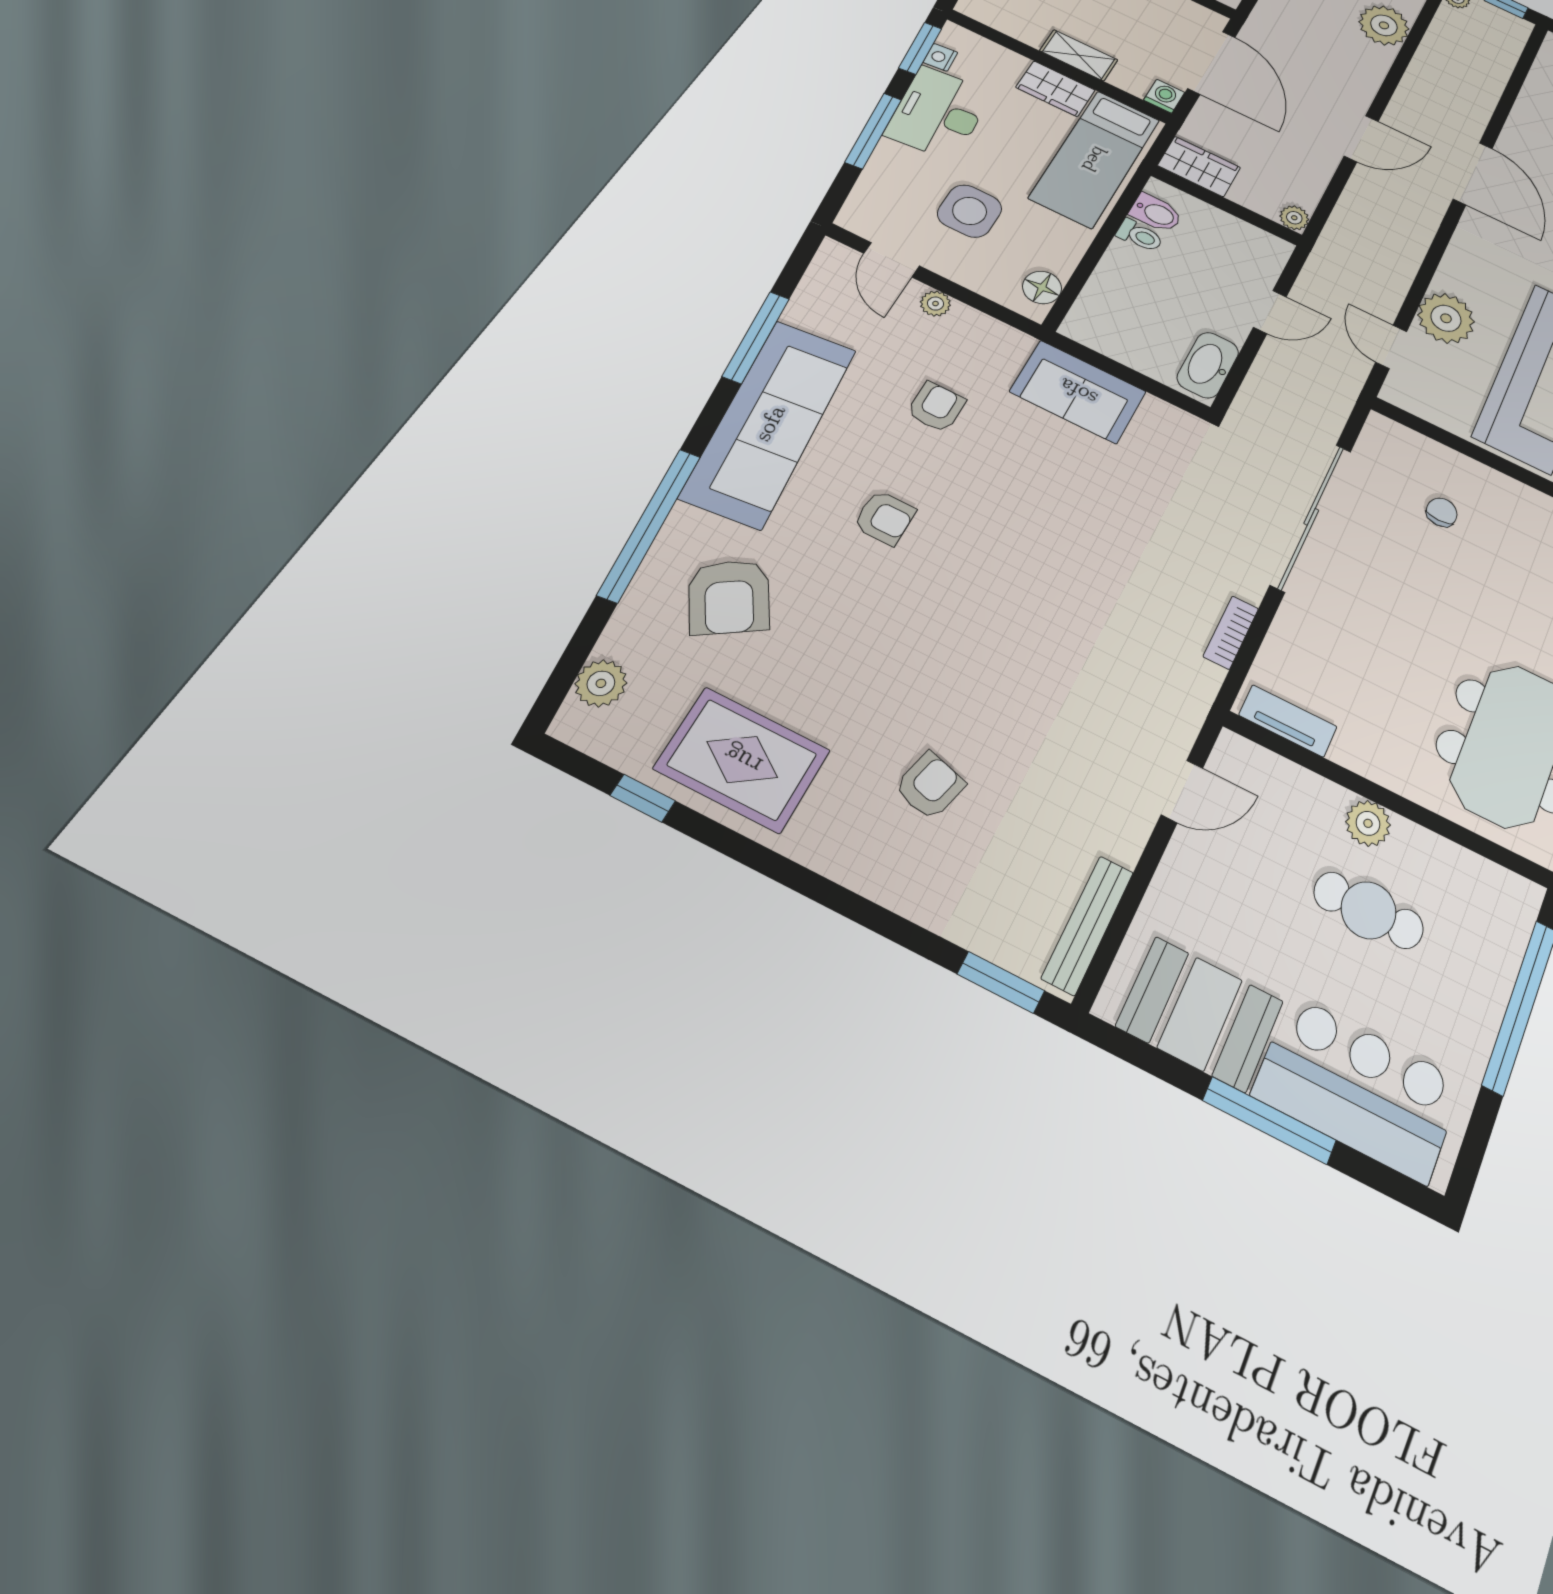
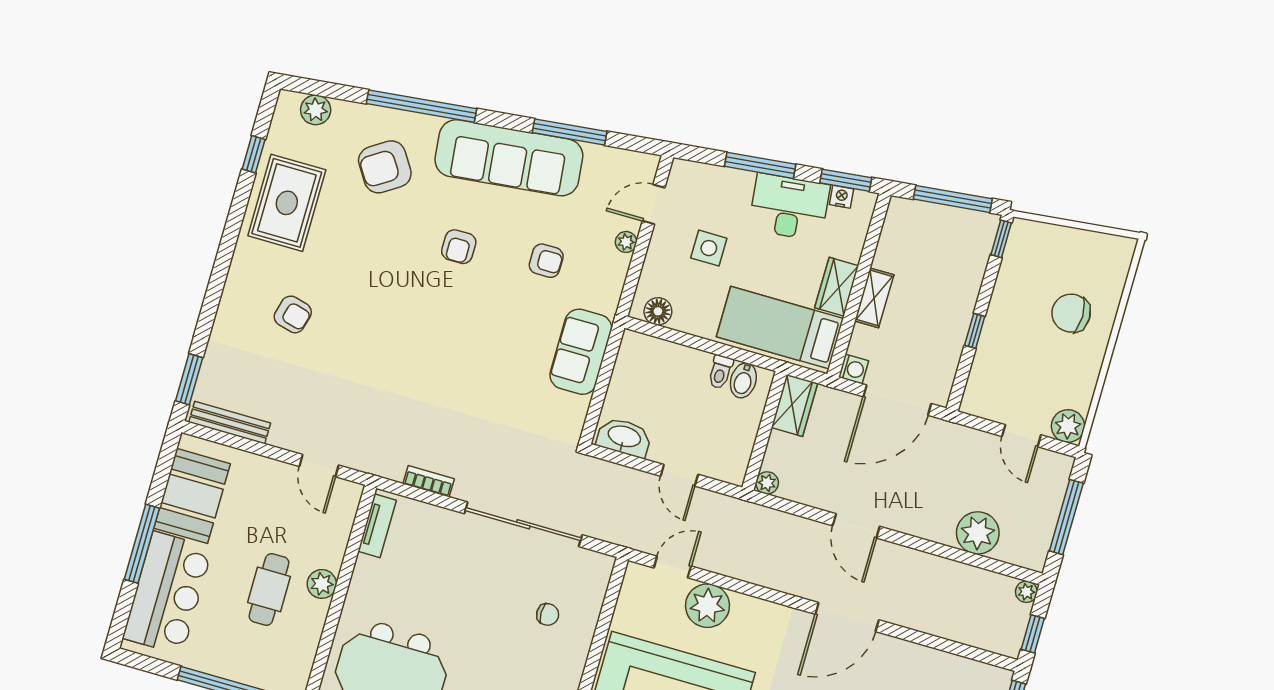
side table: (970, 211) -> (709, 248), width x0.73, depth x0.73

